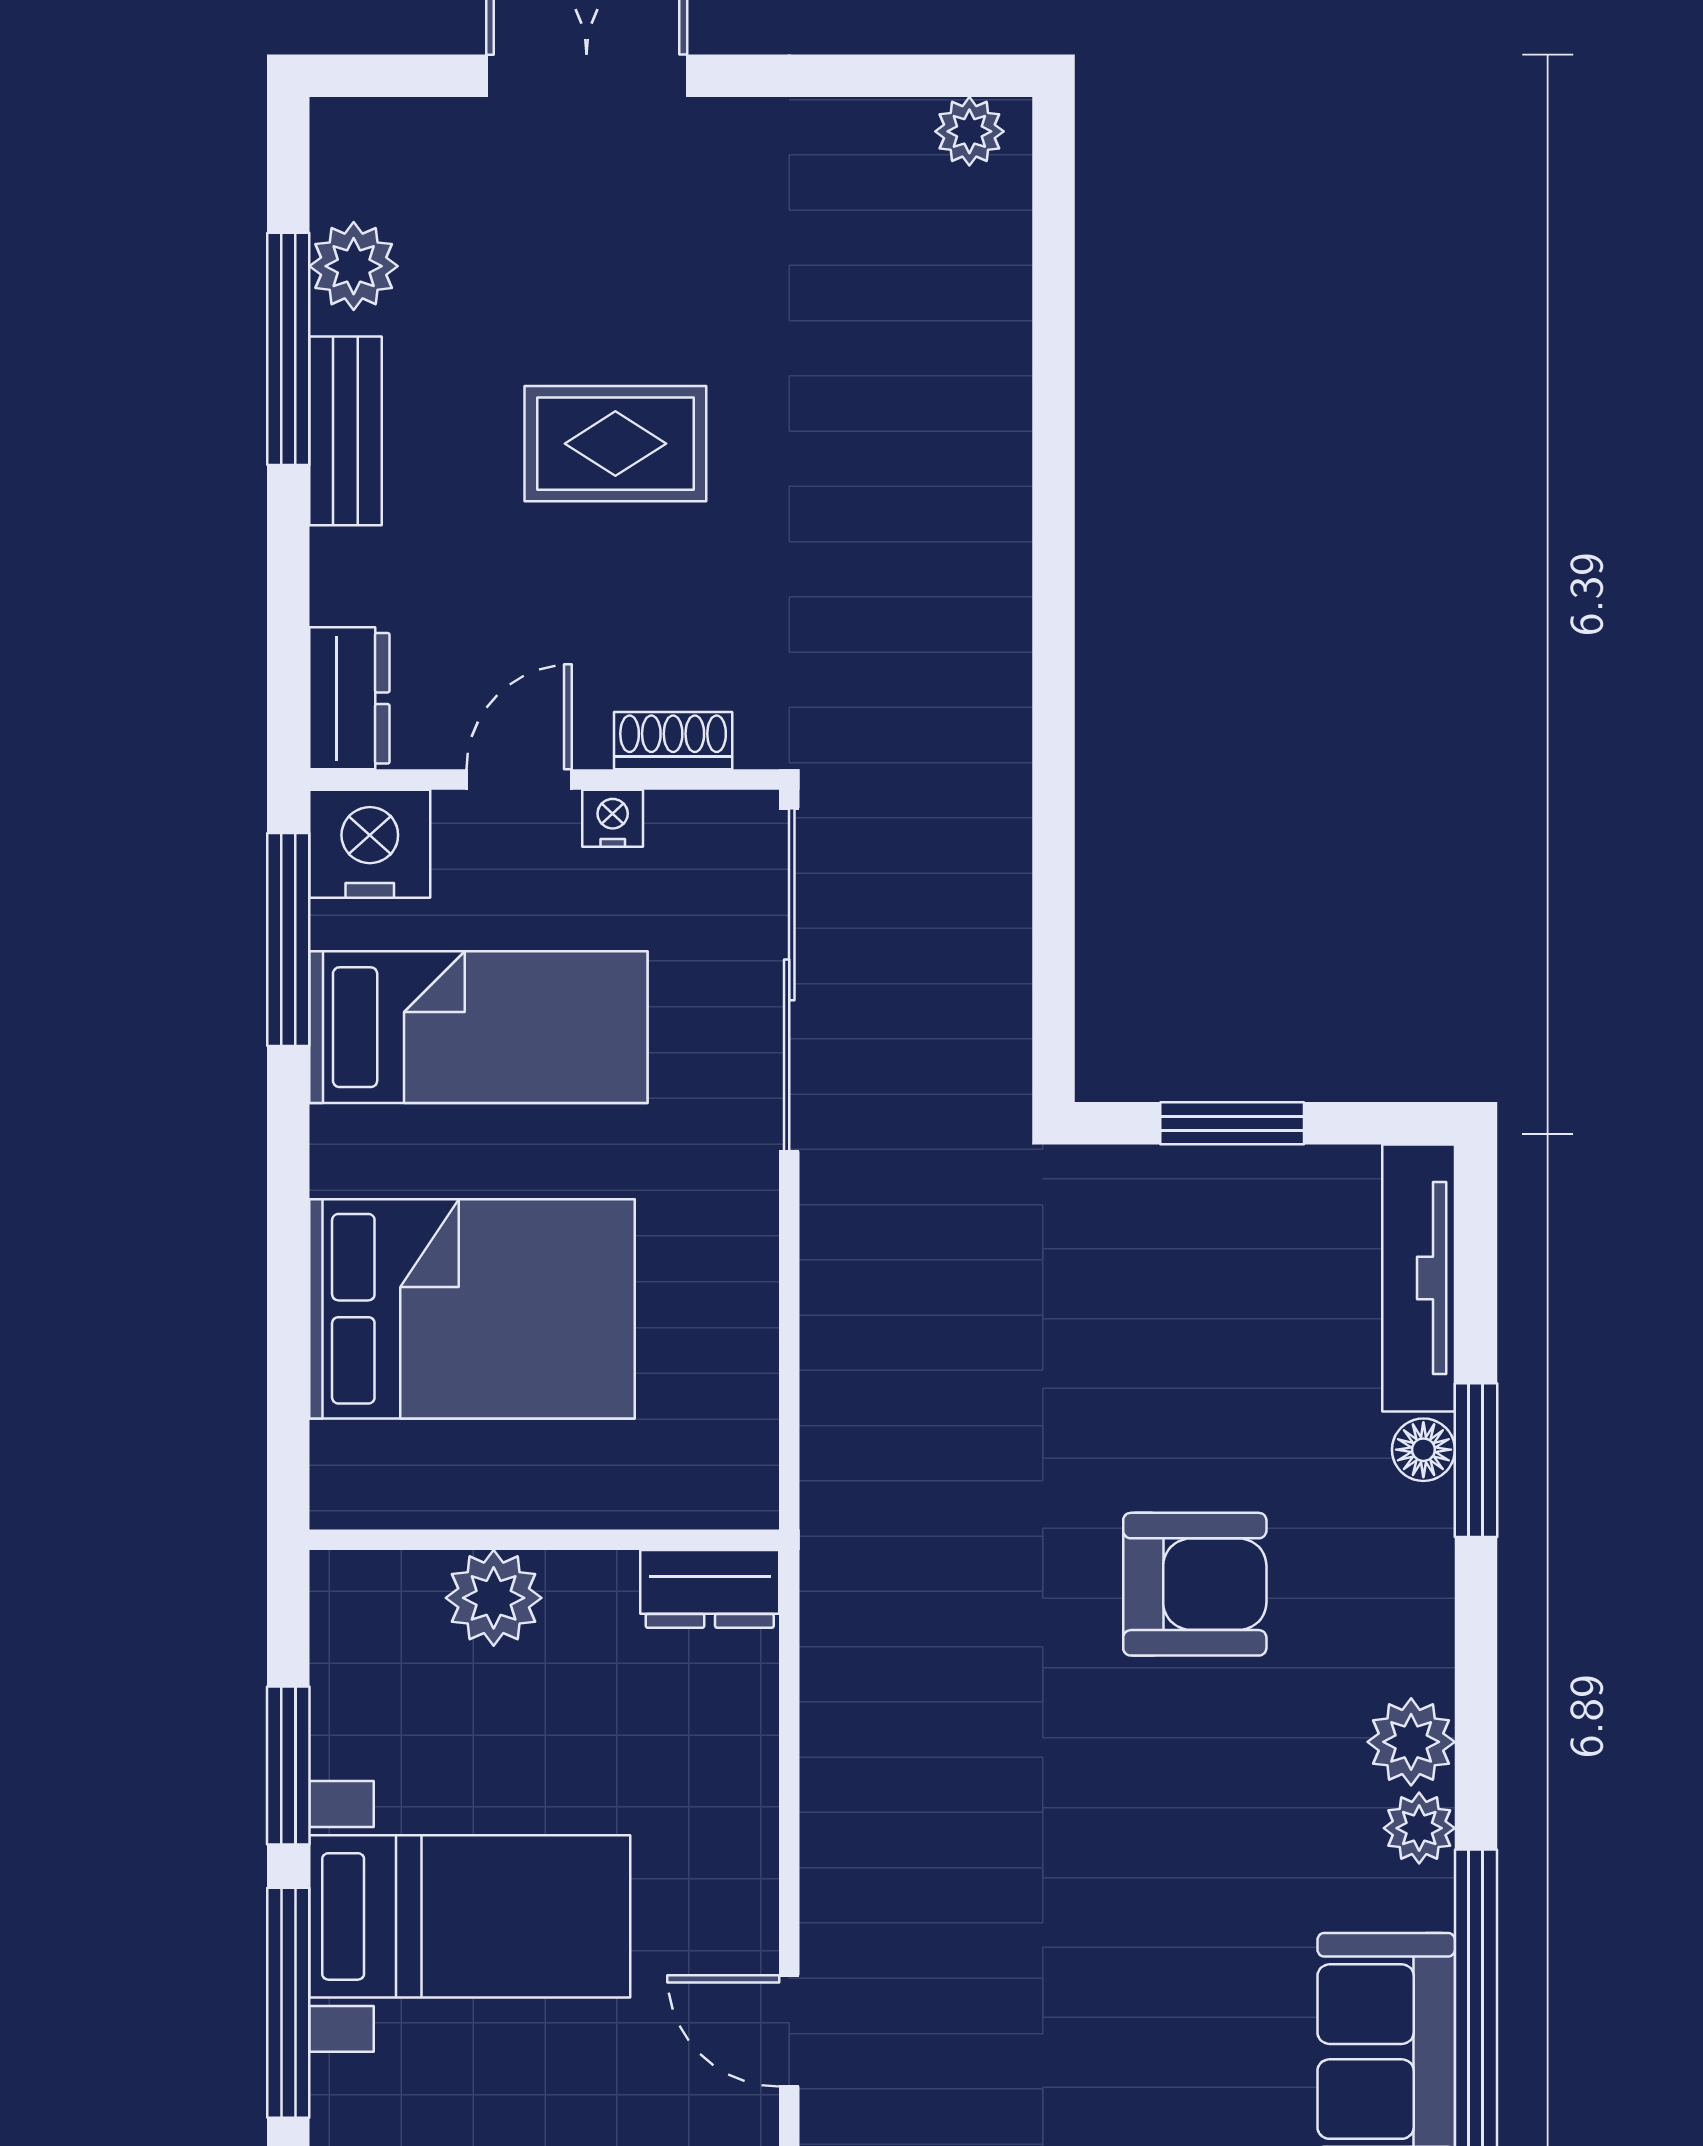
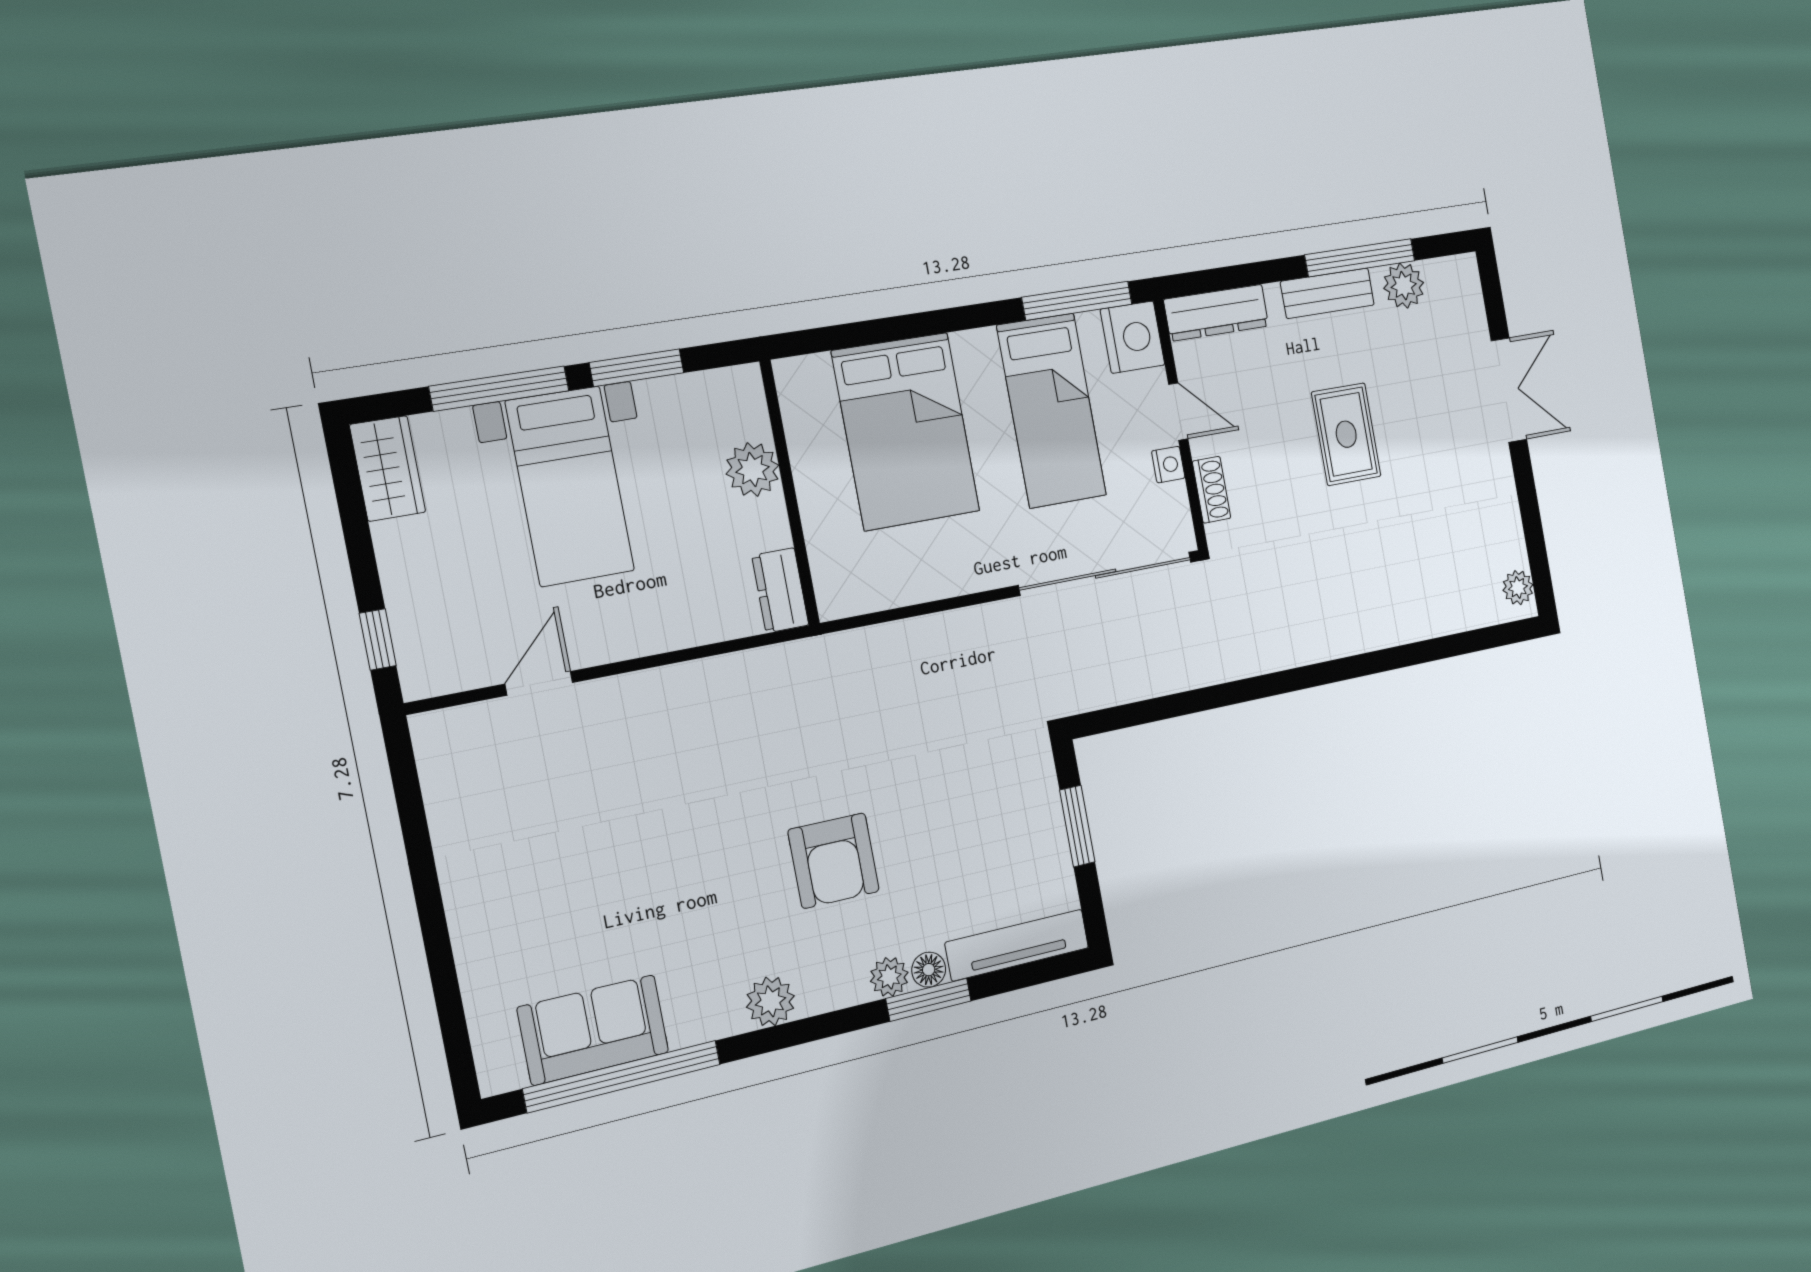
dresser: (349, 698) -> (1216, 313), width x1.44
plant: (1419, 1828) -> (889, 977), moved

